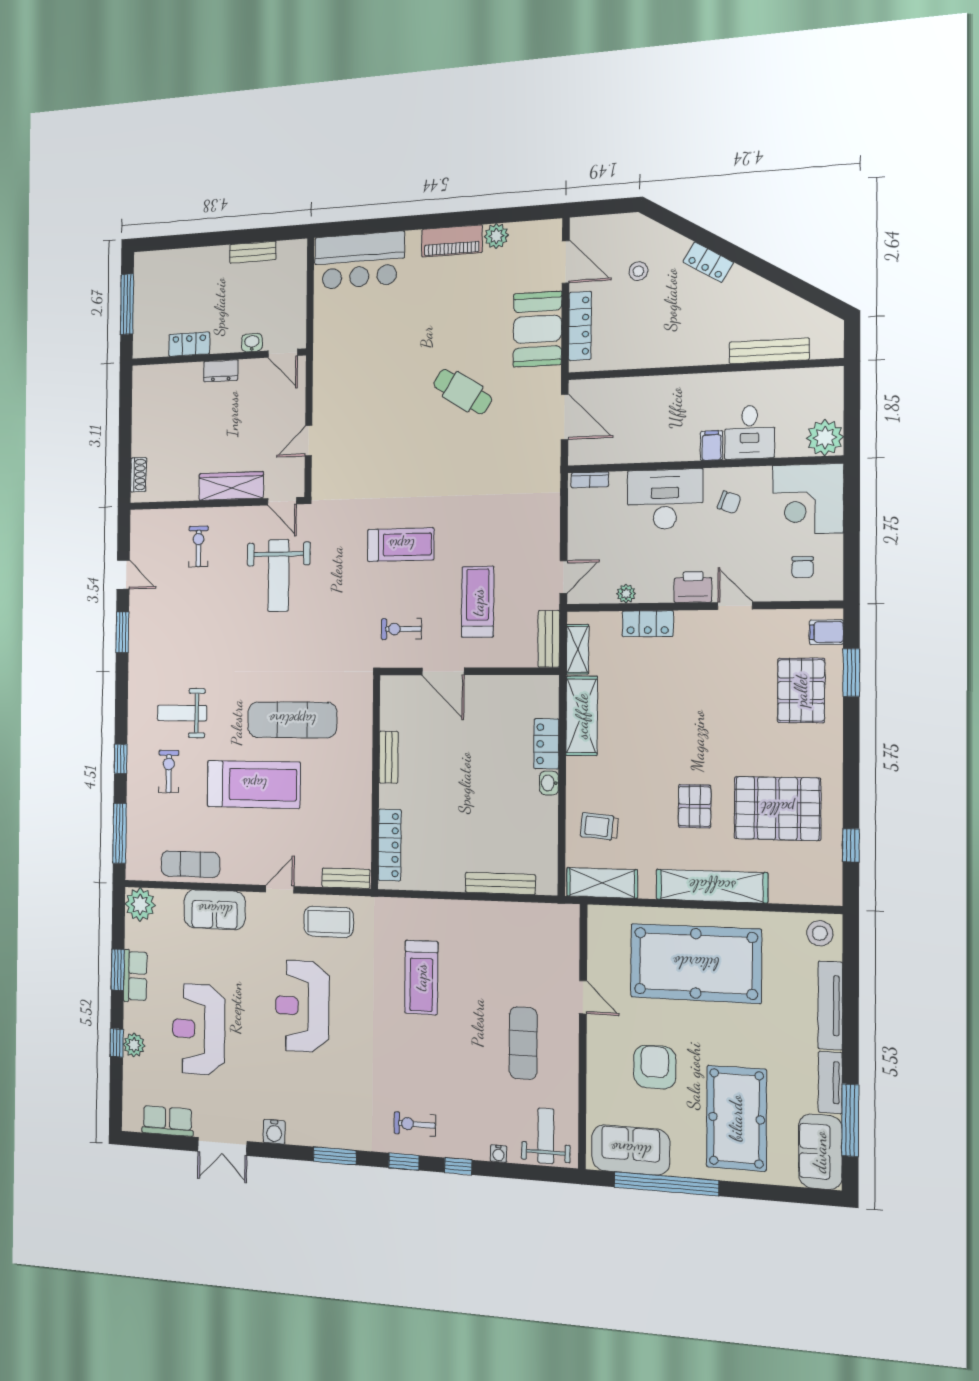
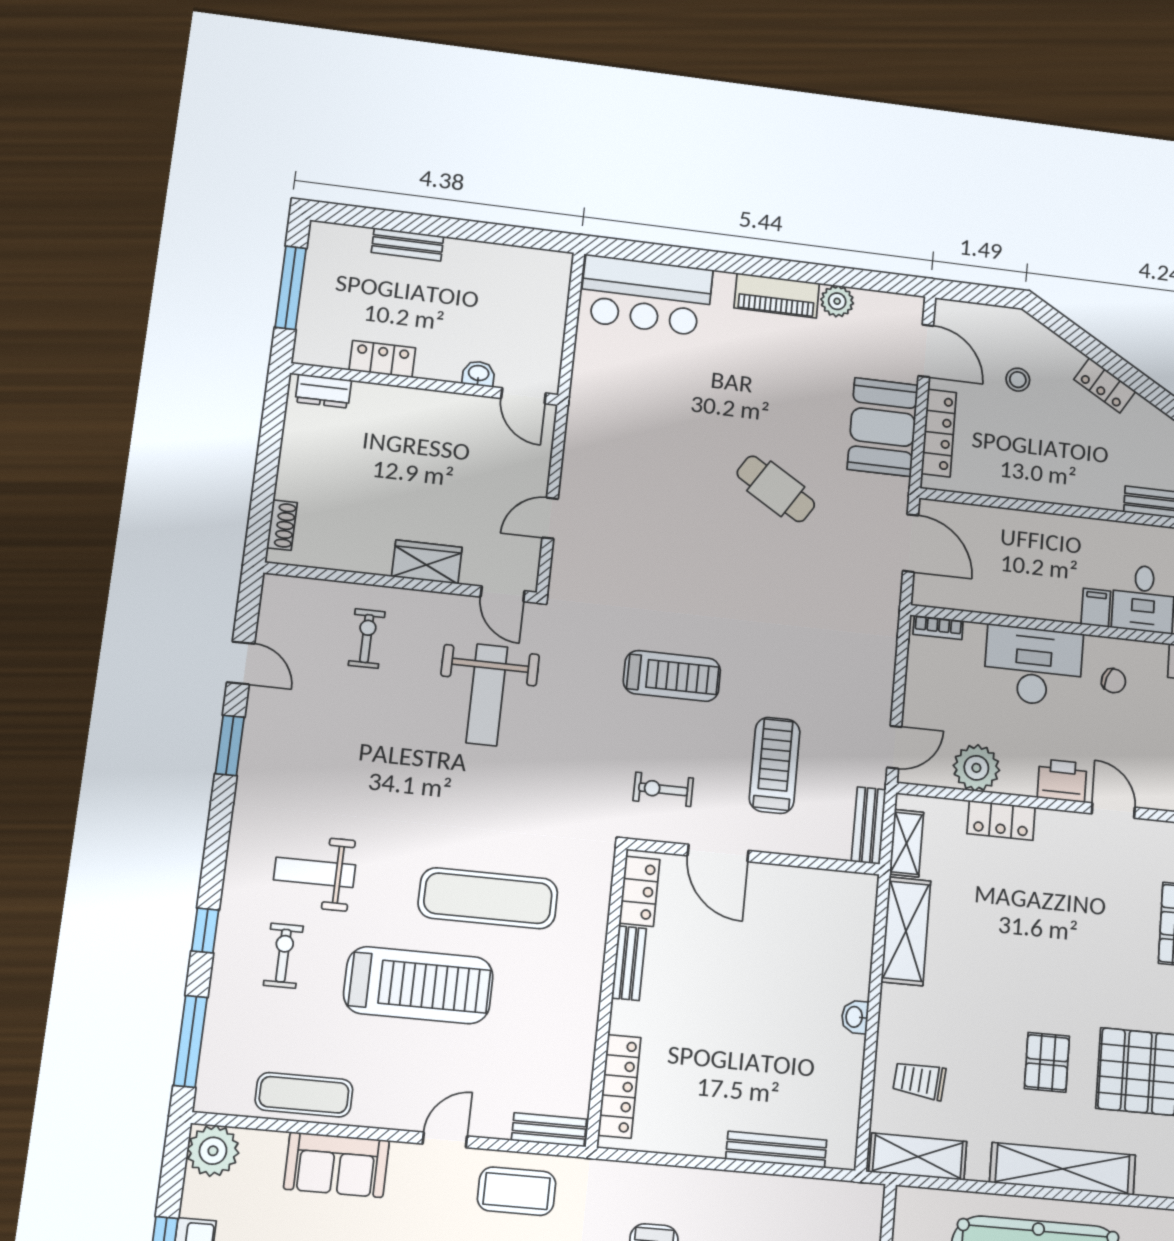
bench: (253, 252) -> (407, 244), moved
dresser: (221, 371) -> (323, 391), moved
wardrobe: (231, 486) -> (427, 562), width x0.67
plant: (626, 594) -> (976, 768), width x1.87, depth x1.87
locker: (546, 744) -> (639, 891), moved, turned 180

